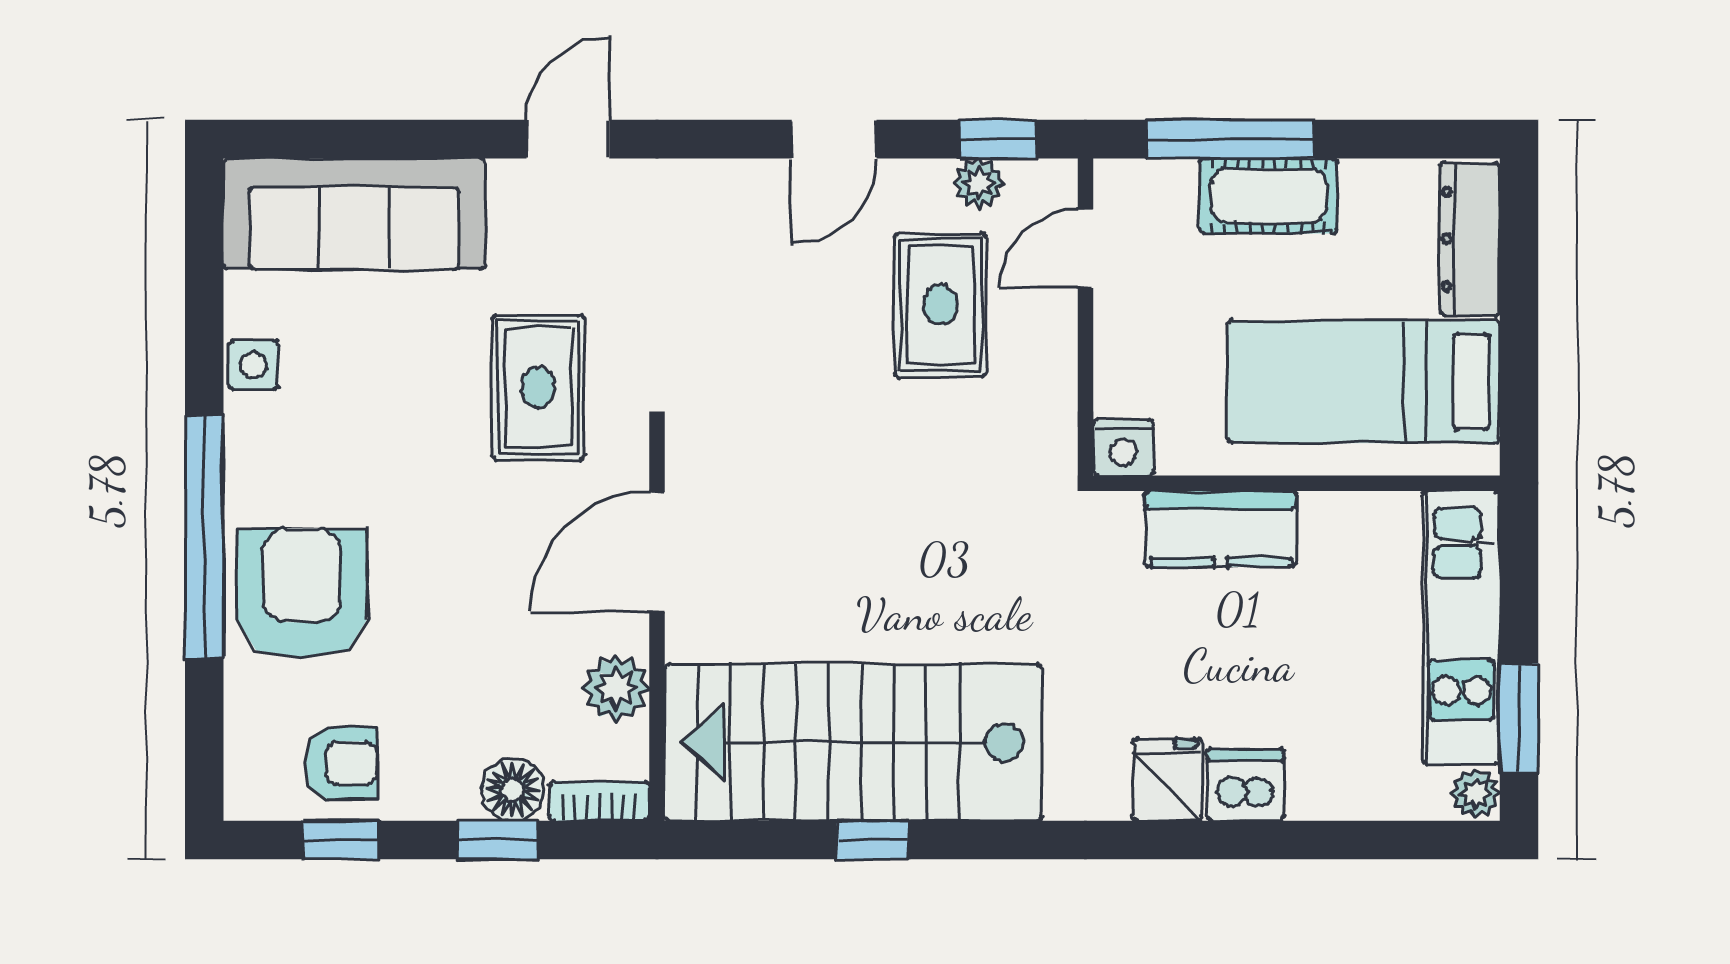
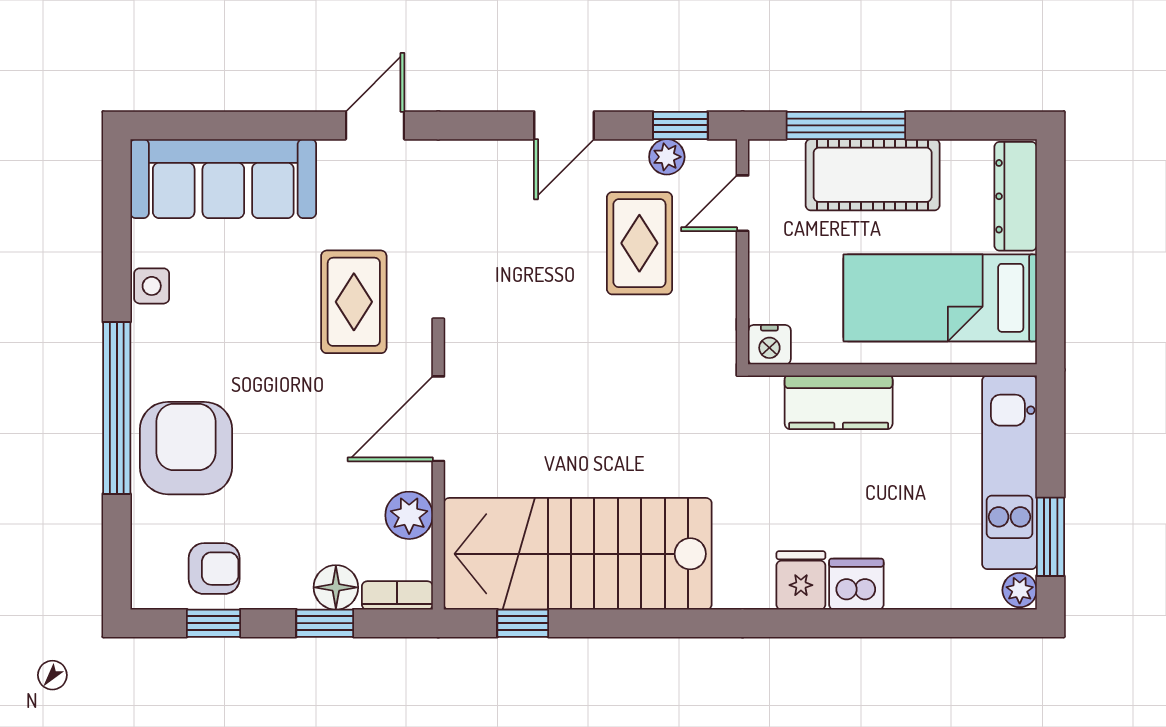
cot: (1269, 196) -> (873, 175), width x1.37, depth x1.34
window: (872, 840) -> (523, 623), moved

